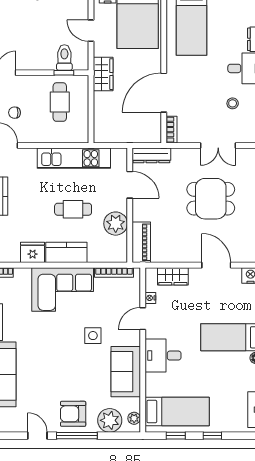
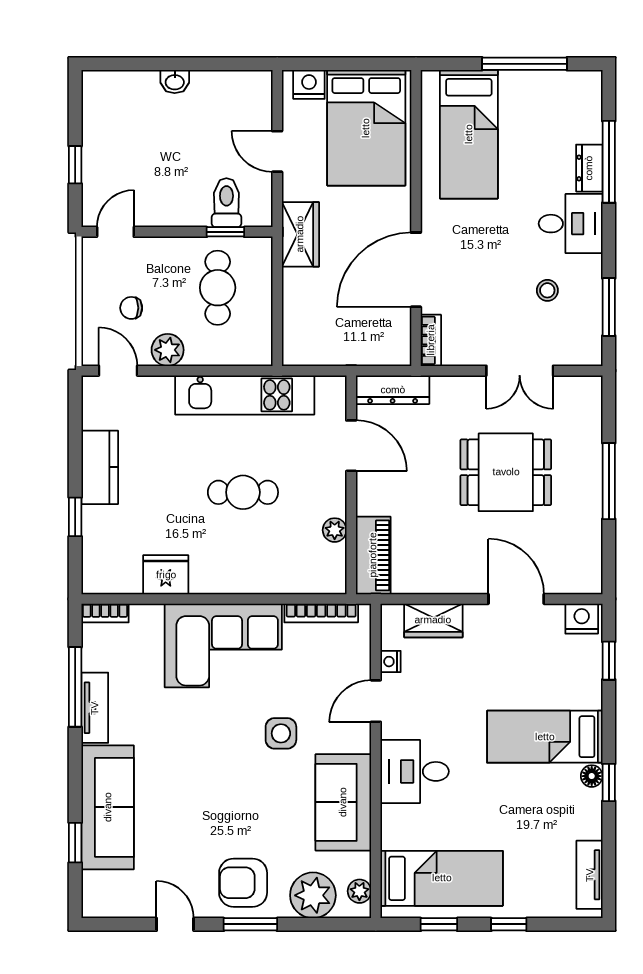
plant: (34, 135) -> (168, 350), added
plant: (116, 224) -> (335, 530), width x0.53, depth x0.53
kitchen counter: (66, 252) -> (230, 575), removed
window: (77, 436) -> (250, 924), width x0.69

